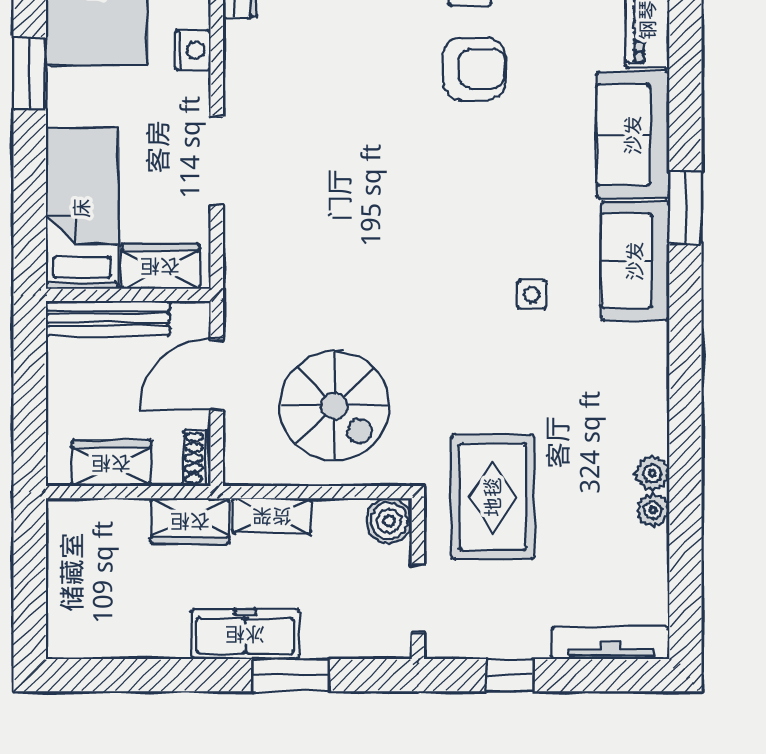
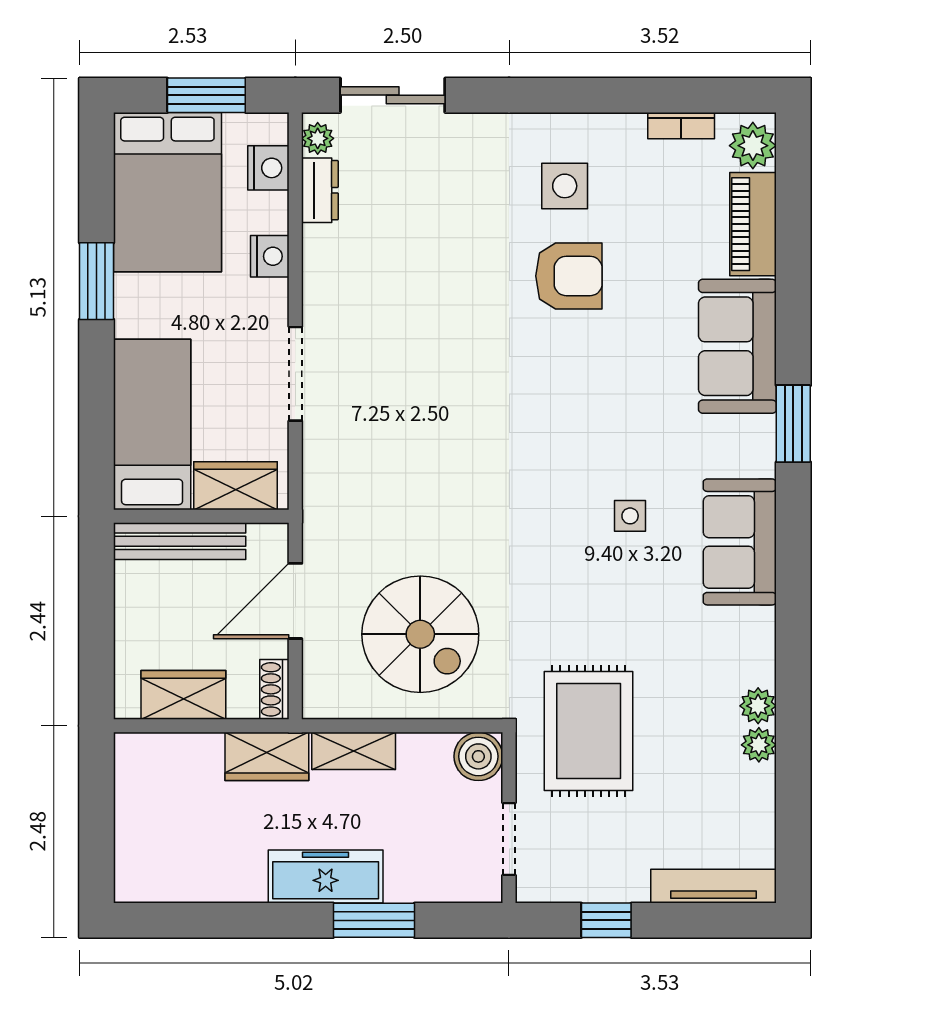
sofa: (635, 261) -> (740, 542), moved

